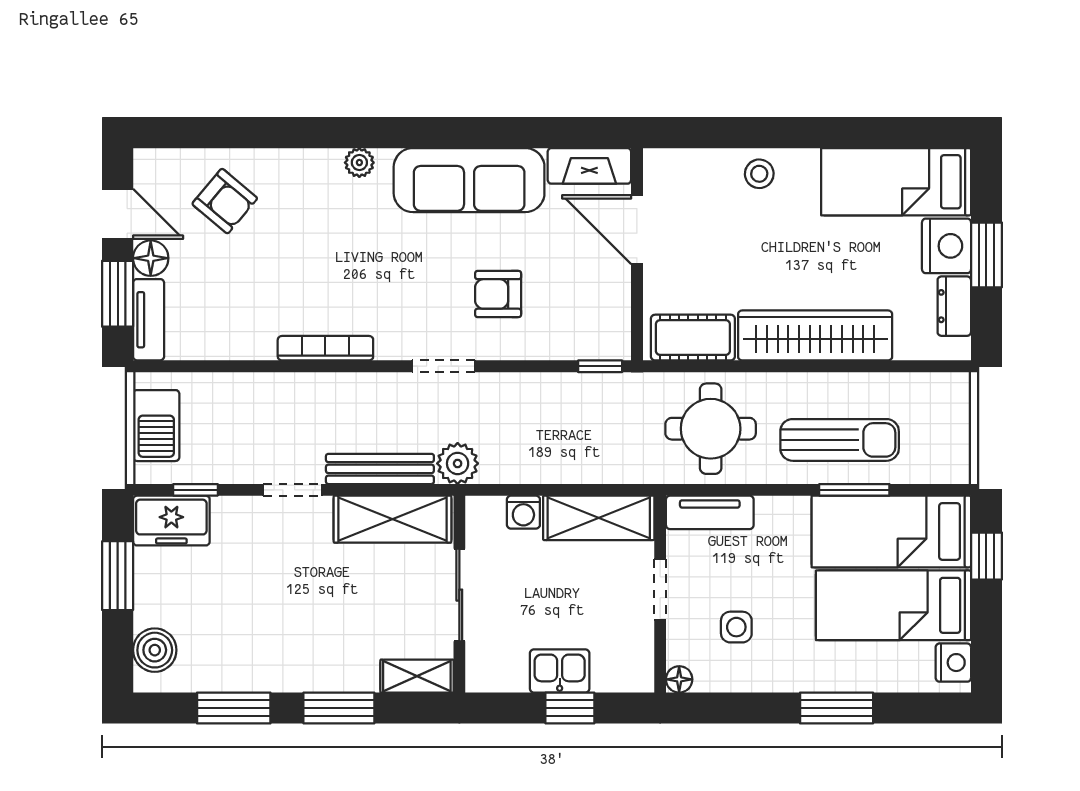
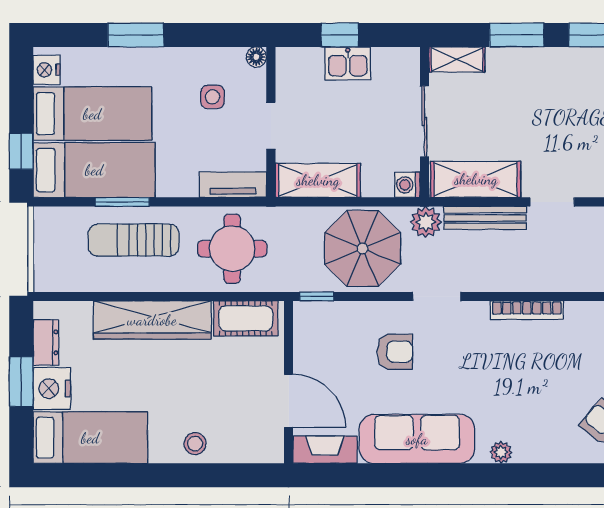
parasol: (540, 429) -> (363, 248), added
washing machine: (523, 512) -> (407, 185), moved, turned -90

